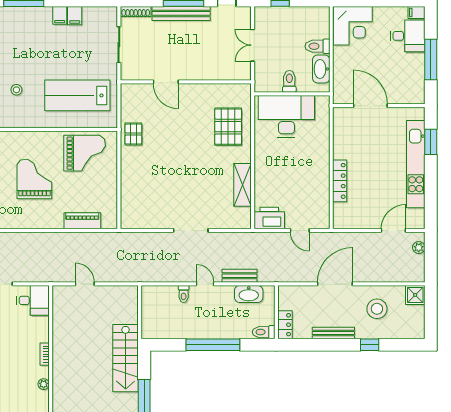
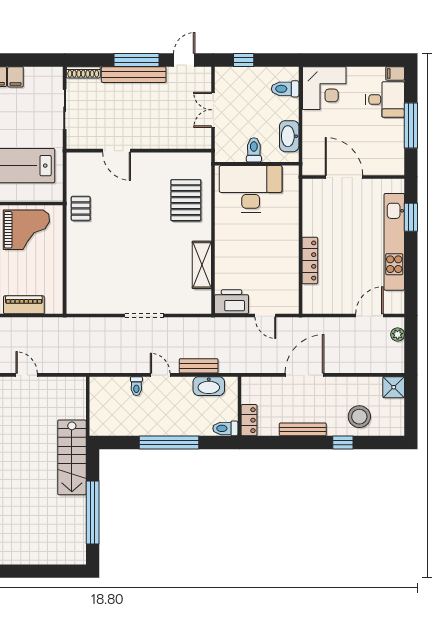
toilet: (317, 46) -> (285, 89), moved
stool: (377, 309) -> (359, 417), moved

